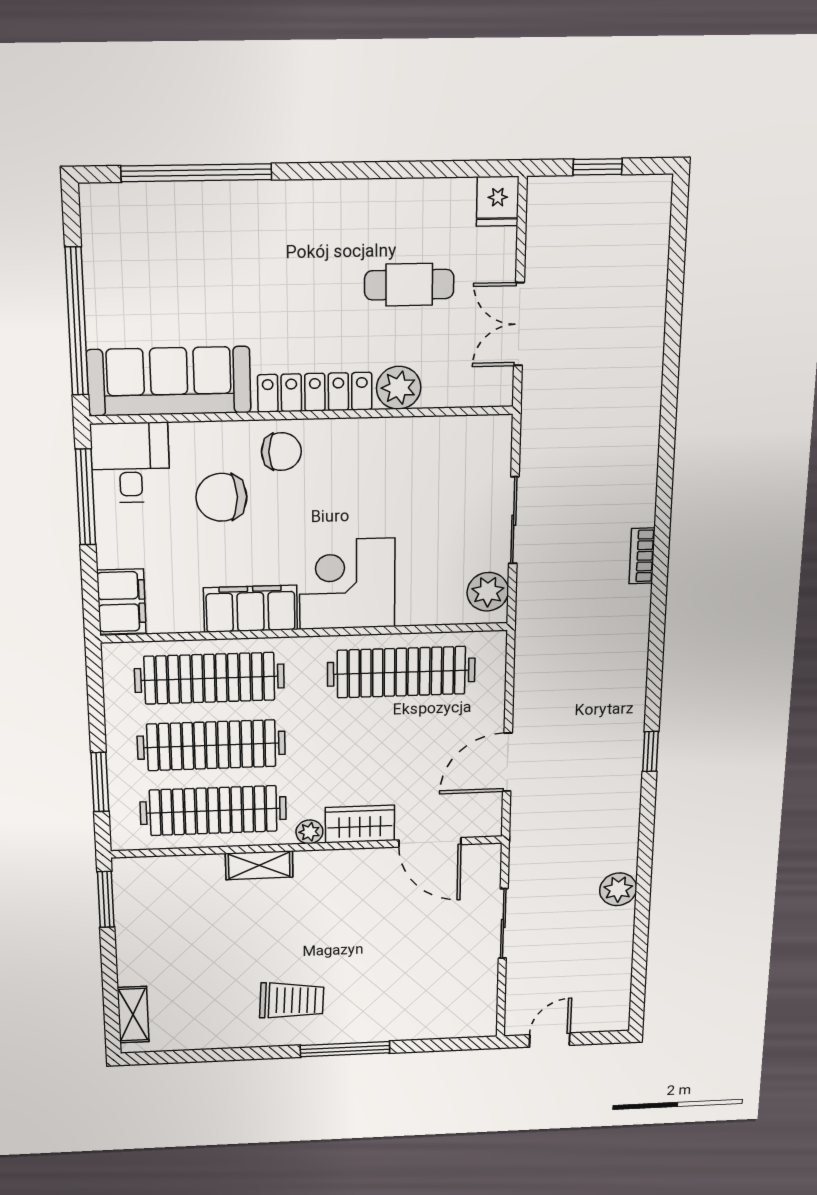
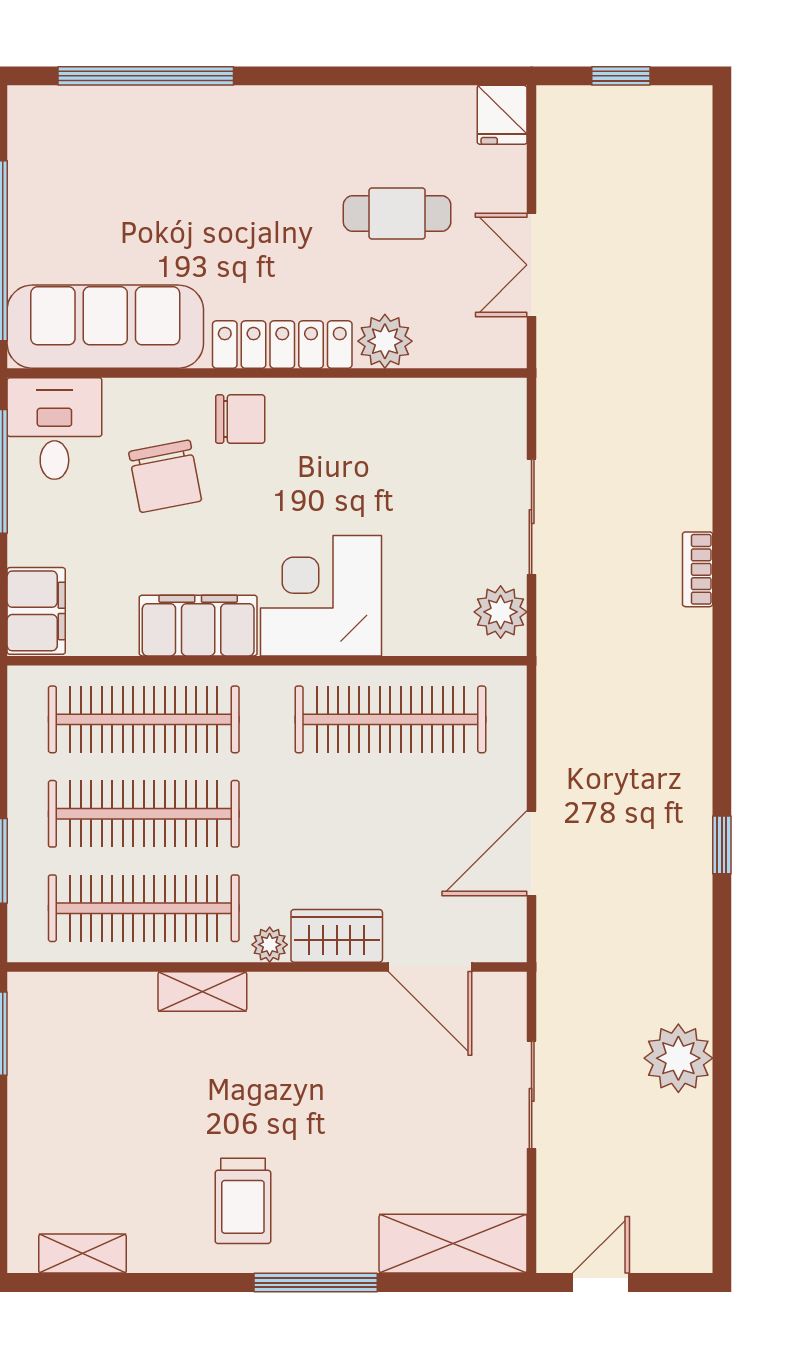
chair: (221, 497) -> (165, 476), turned -101
plant: (618, 889) -> (678, 1058), width x1.36, depth x1.36
trolley: (292, 1000) -> (243, 1201), turned 87
shelving: (133, 1015) -> (83, 1254), moved, turned 90
shelving: (444, 1021) -> (453, 1244), added

